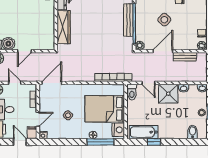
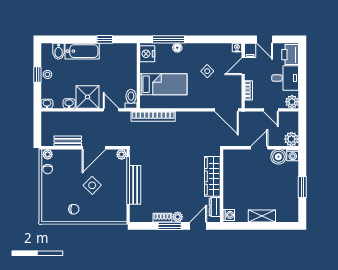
door: (52, 83) -> (226, 110), hinge flipped
bed: (105, 109) -> (163, 84), width x0.67
bathtub: (144, 132) -> (82, 51), moved

